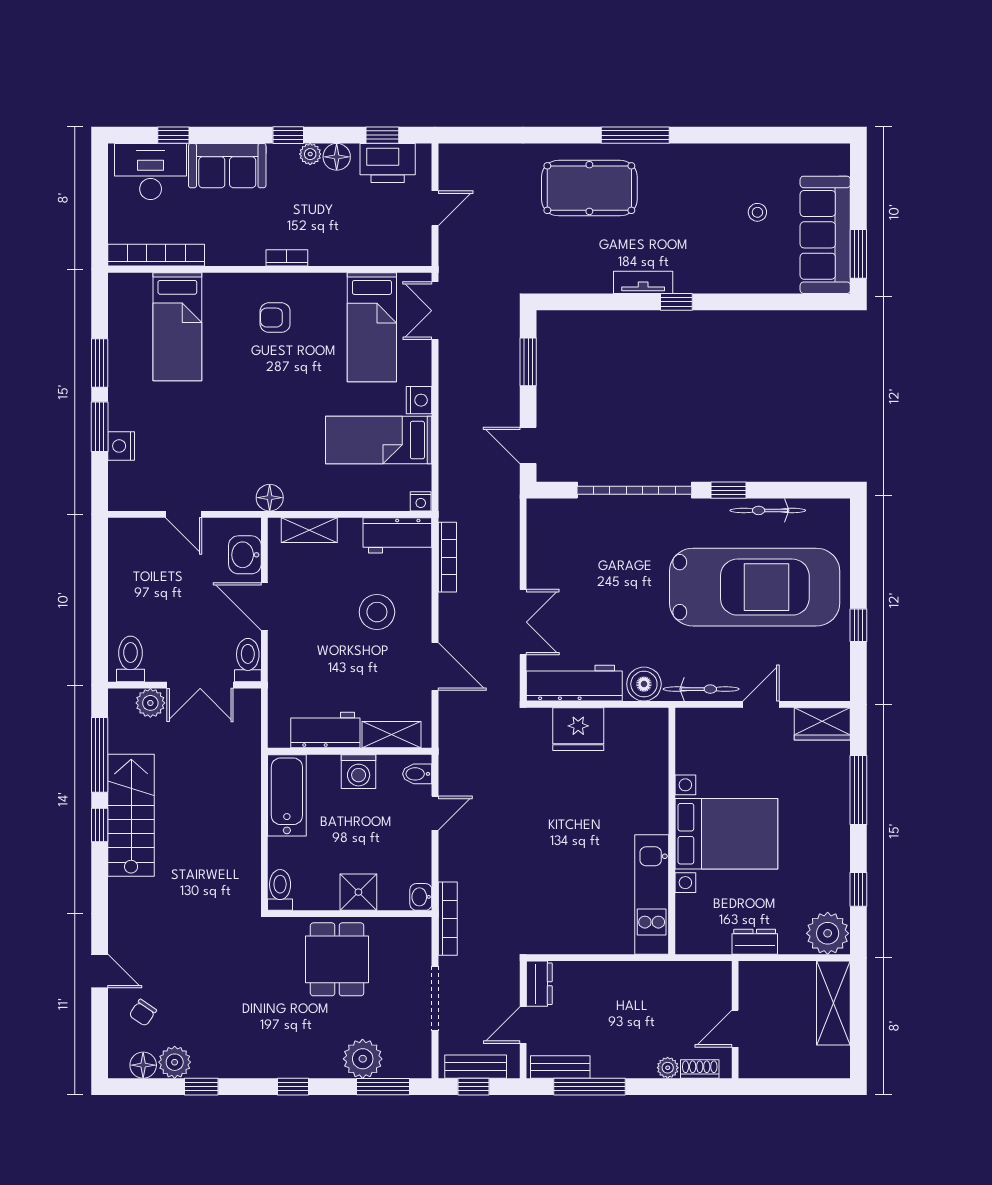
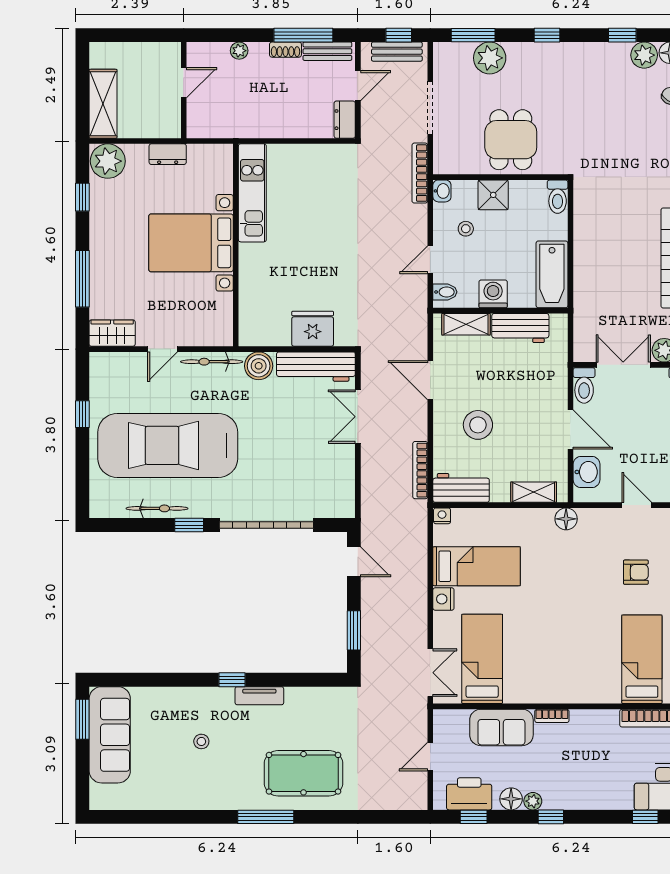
sofa: (227, 166) -> (501, 727), moved, turned 180
stool: (757, 212) -> (201, 741), moved
armchair: (275, 318) -> (636, 572), moved
stool: (392, 851) -> (466, 229), added
shoe rack: (700, 1069) -> (285, 50), moved

